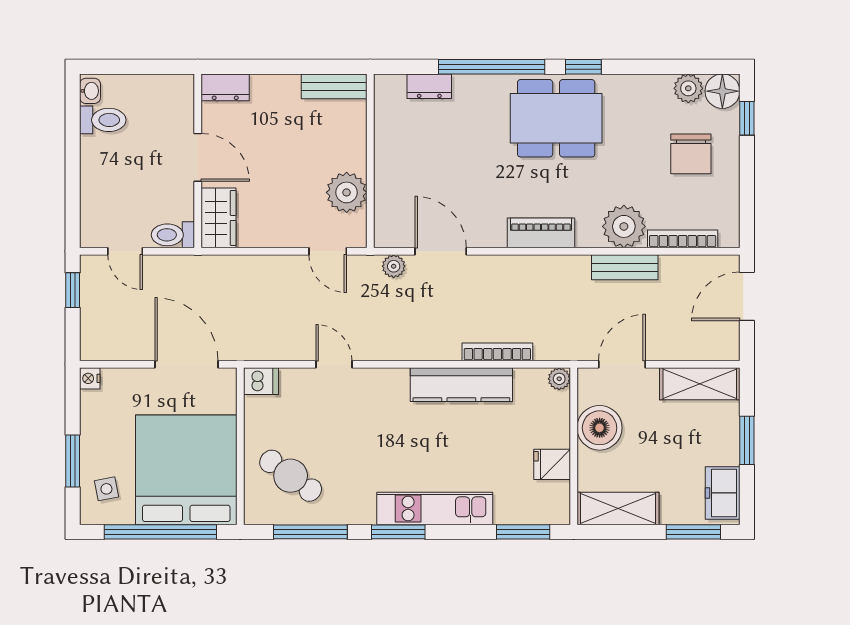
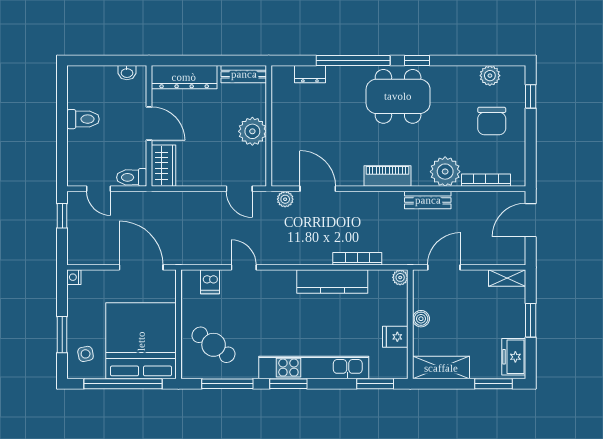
dresser: (225, 87) -> (184, 77), width x1.96, depth x1.24
washbasin: (90, 91) -> (127, 73), moved, turned 90
floor lamp: (722, 91) -> (514, 78), removed
toilet: (103, 120) -> (83, 119), moved
plant: (347, 192) -> (252, 131), moved
bench: (625, 267) -> (428, 200), moved
dishwasher: (261, 381) -> (210, 282), moved, turned 90
shelving: (700, 384) -> (507, 278), width x0.67, depth x0.75
boiler: (600, 428) -> (421, 319), width x0.54, depth x0.54
kitchen unit: (435, 509) -> (314, 368), width x1.36

